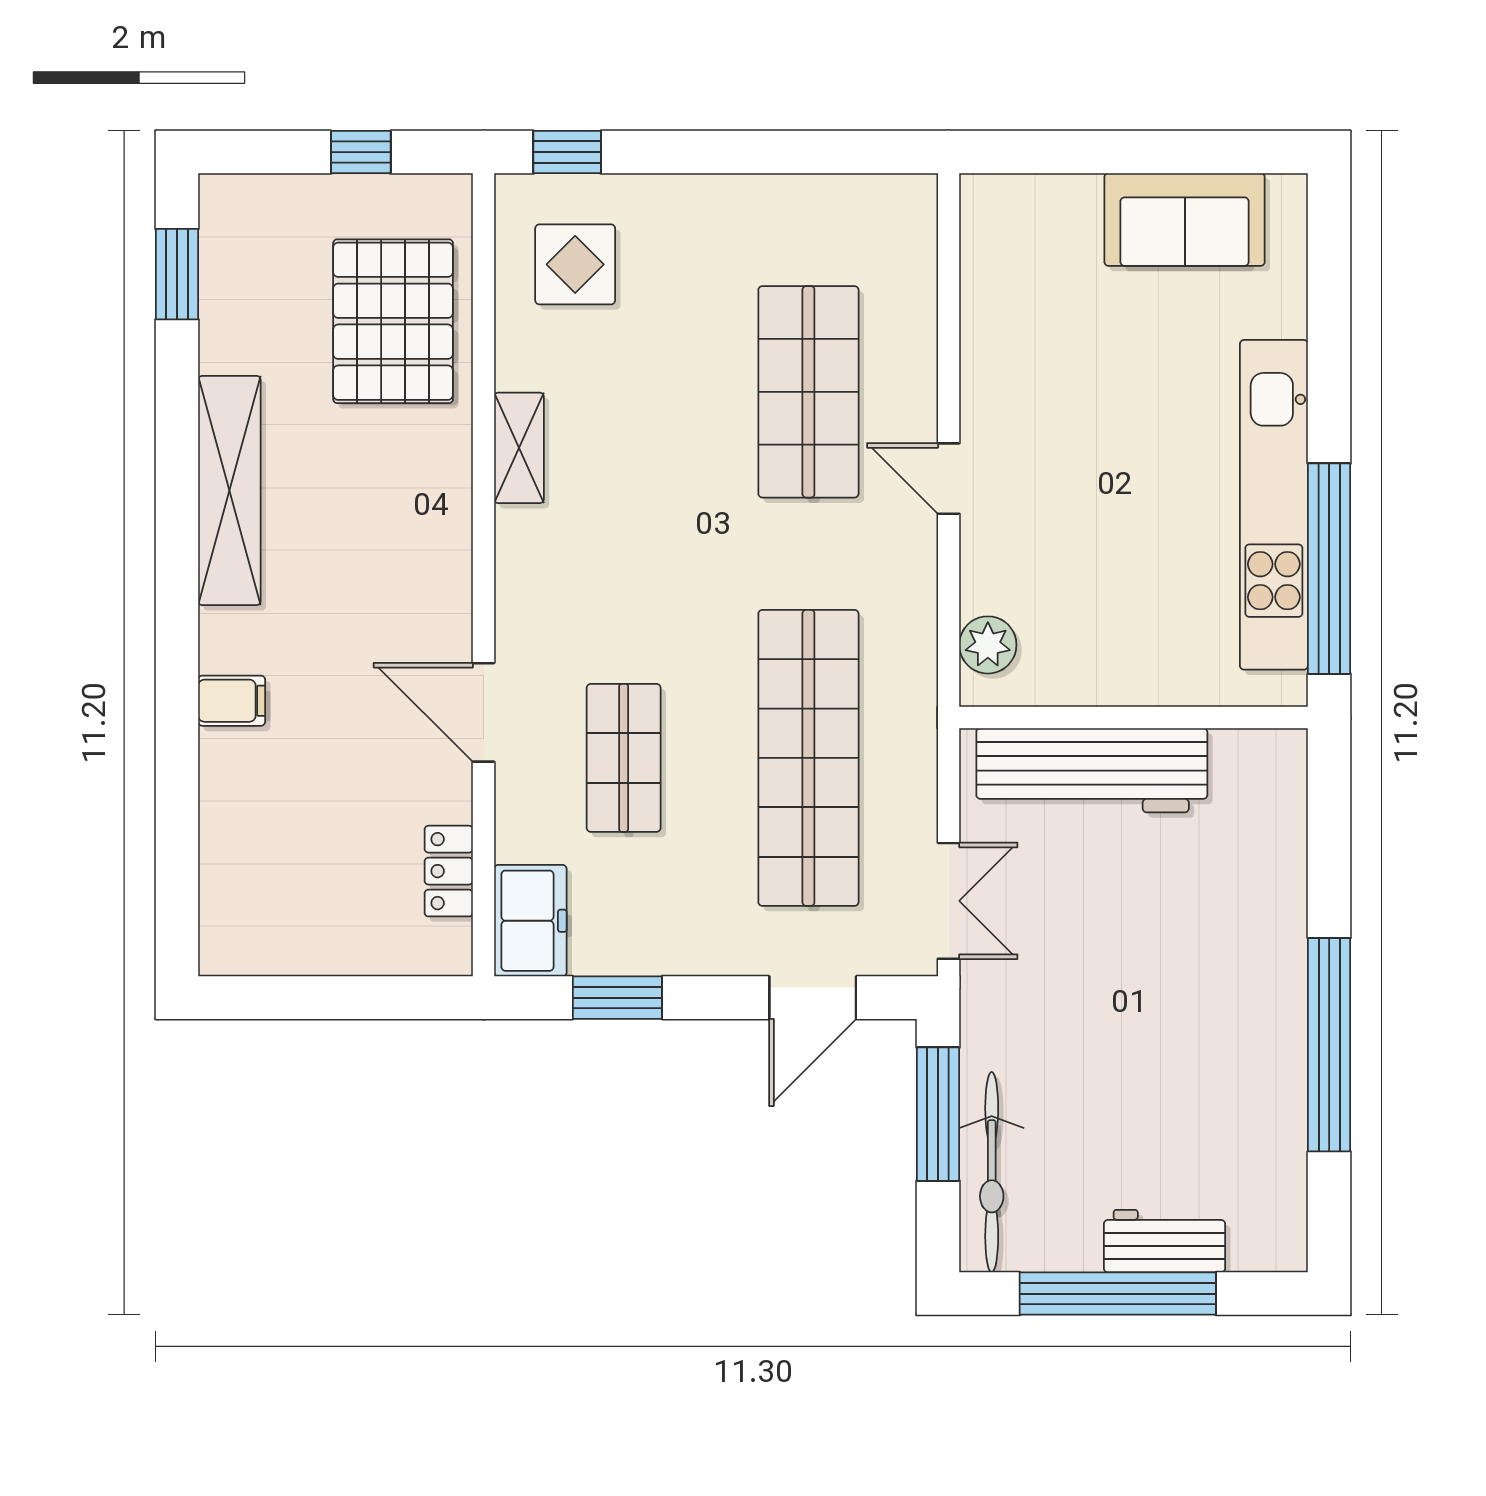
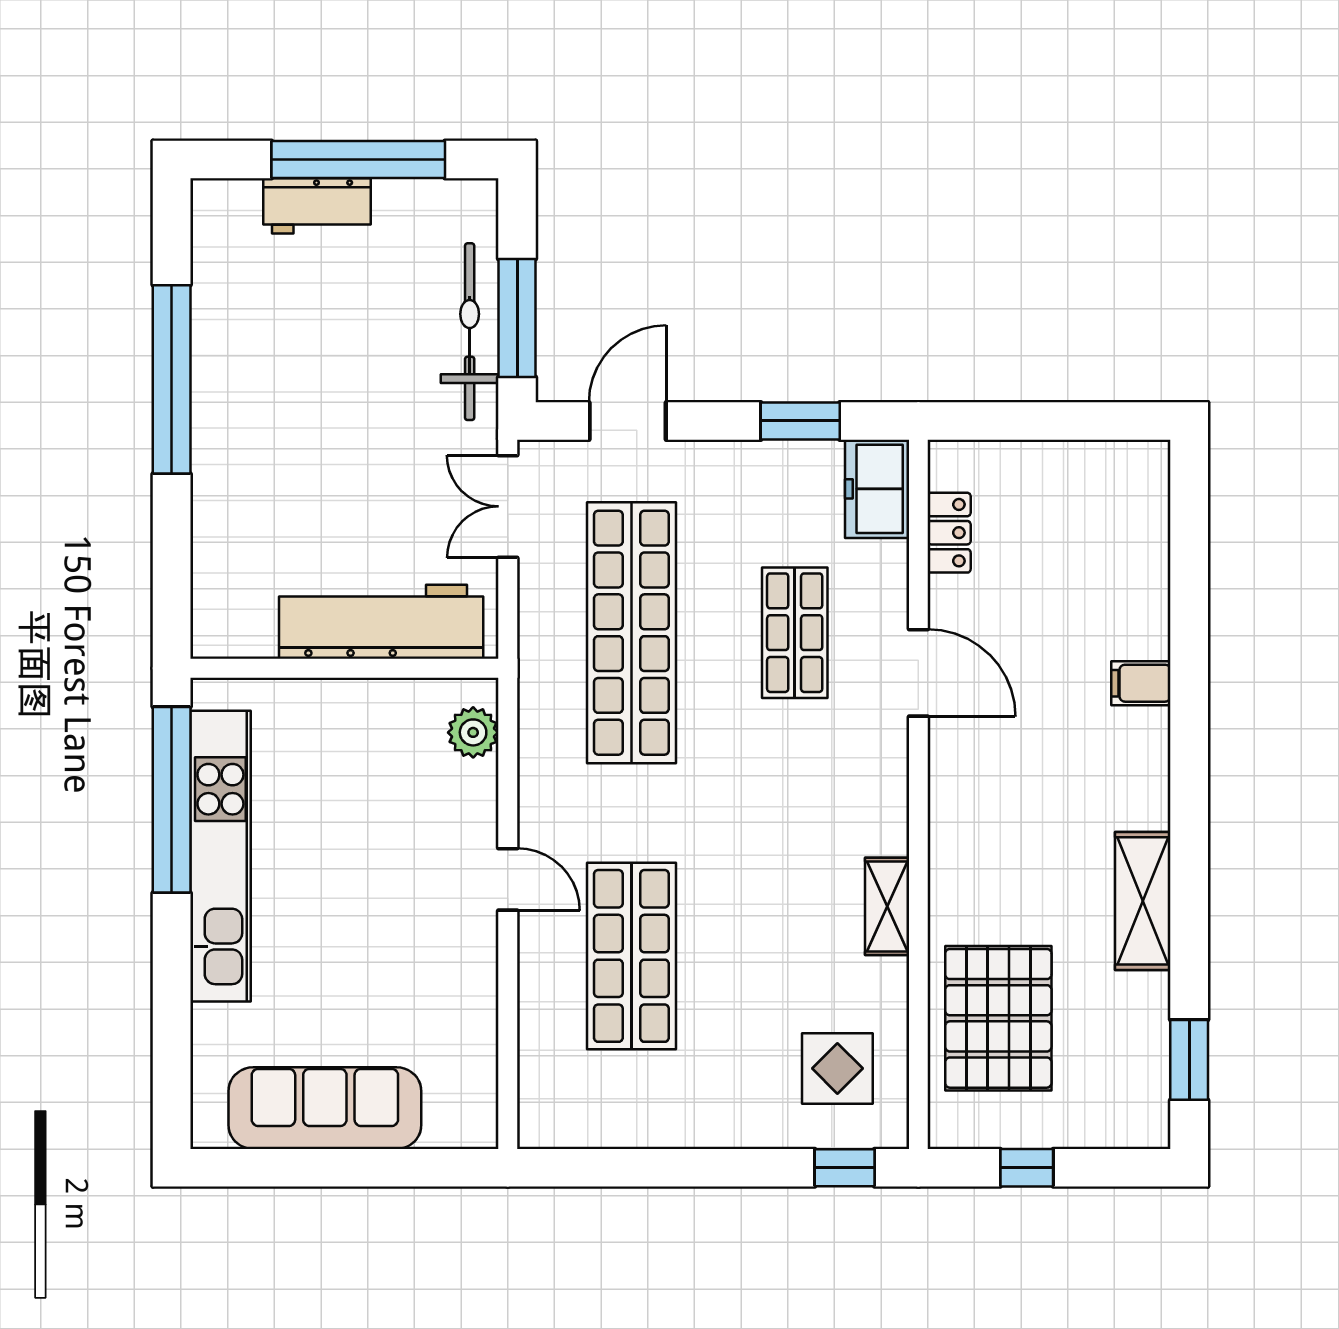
sofa: (1185, 220) -> (325, 1108), width x1.36
shelving: (229, 491) -> (1143, 901), width x0.68
bicycle: (992, 1172) -> (470, 332), moved

